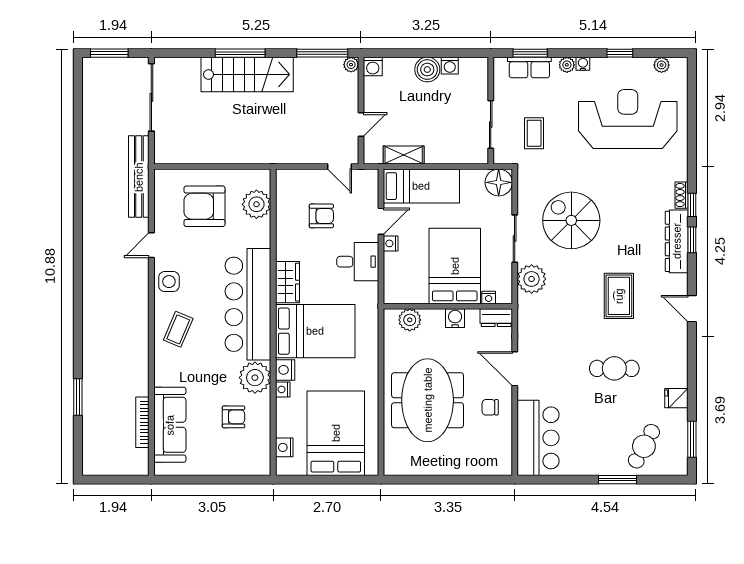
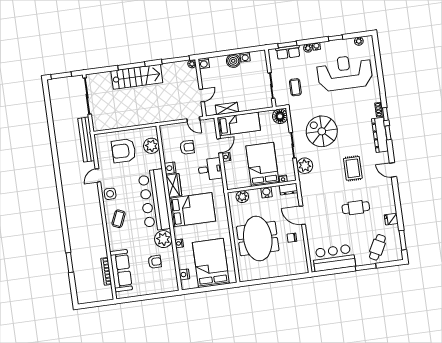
nightstand: (285, 370) -> (170, 168), moved
bar counter: (538, 438) -> (334, 258), moved, turned -90

